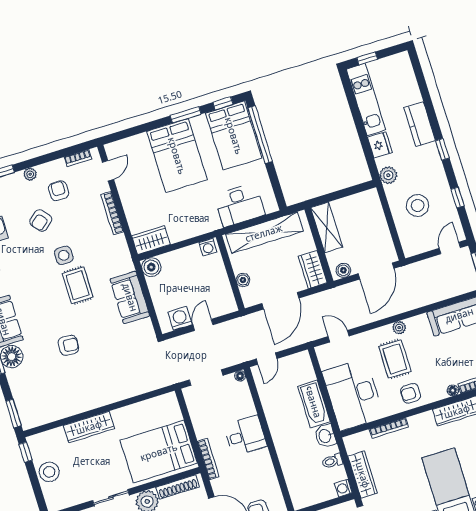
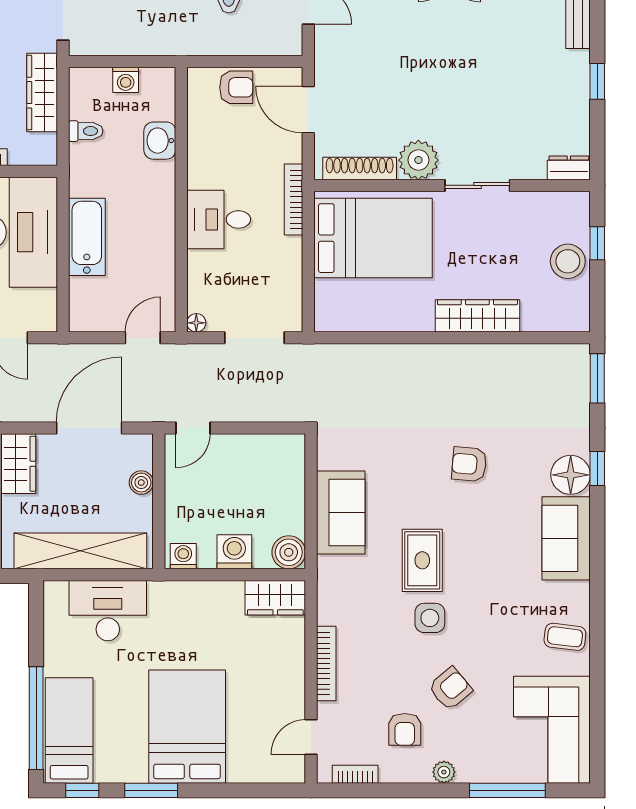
bed: (234, 136) -> (69, 730), width x0.67
washing machine: (180, 318) -> (234, 552), moved, turned 180
door: (203, 325) -> (193, 428), moved
washbasin: (325, 436) -> (160, 141), moved, turned 180
window: (26, 452) -> (597, 243), moved
washing machine: (343, 488) -> (126, 80), moved, turned 90

